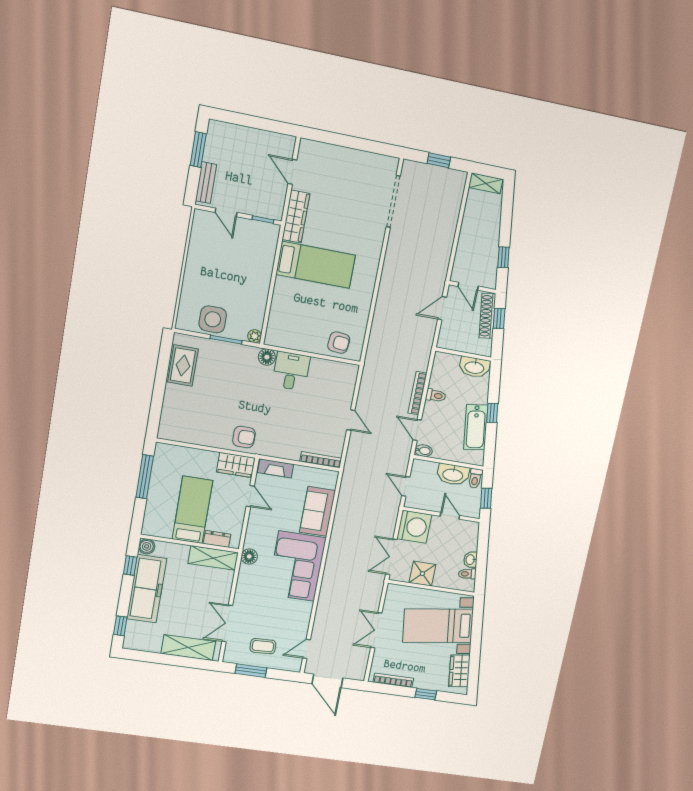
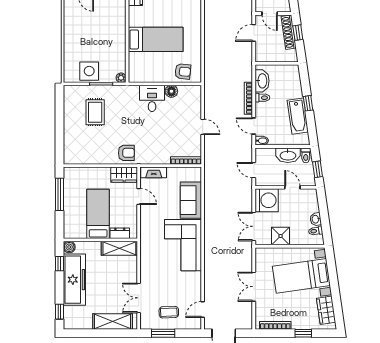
bed: (316, 265) -> (156, 39), moved
floor lamp: (267, 357) -> (171, 91), moved
rug: (183, 366) -> (95, 112), moved
washbasin: (474, 367) -> (262, 81), moved, turned -90
floor lamp: (249, 556) -> (146, 243), removed

